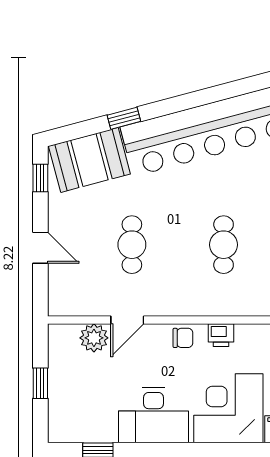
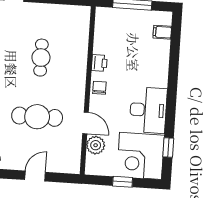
cafe table: (132, 245) -> (37, 117), width x1.37, depth x1.35
cafe table: (224, 245) -> (41, 58), turned 90
corner desk: (228, 408) -> (141, 156), moved

